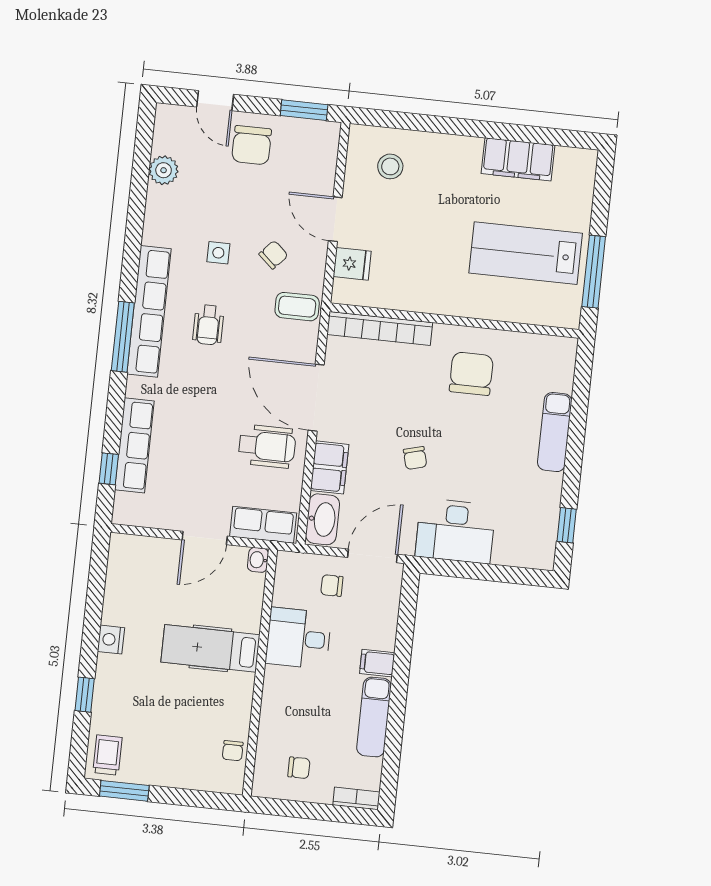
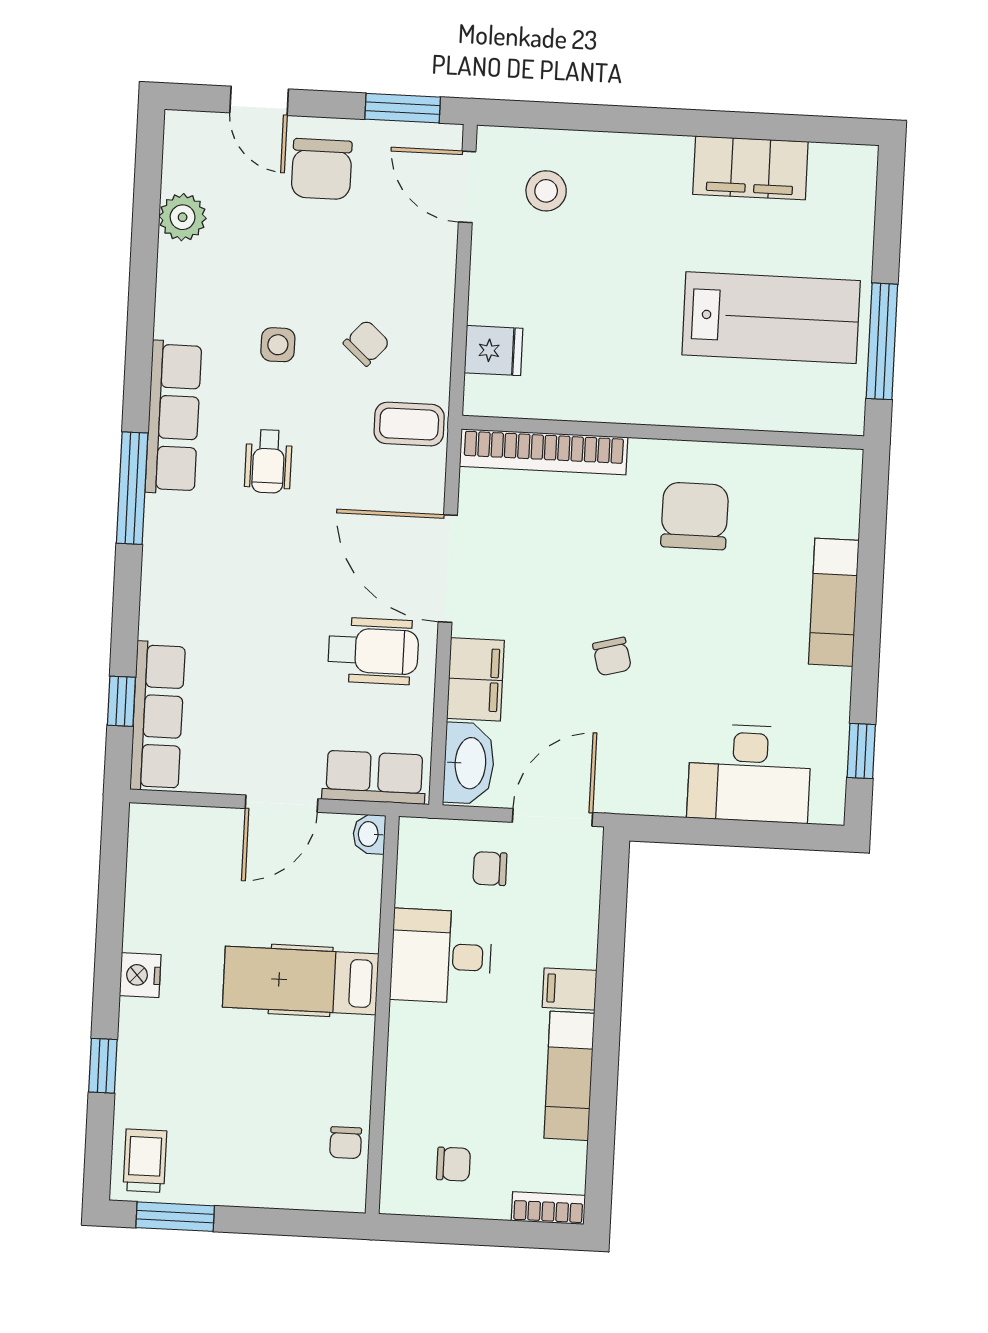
door: (335, 219) -> (467, 187), moved
lab bench: (526, 253) -> (771, 318), turned 180
row of seats: (149, 311) -> (173, 417), width x0.73
row of seats: (134, 445) -> (158, 716), moved
desk: (455, 531) -> (749, 773), moved

